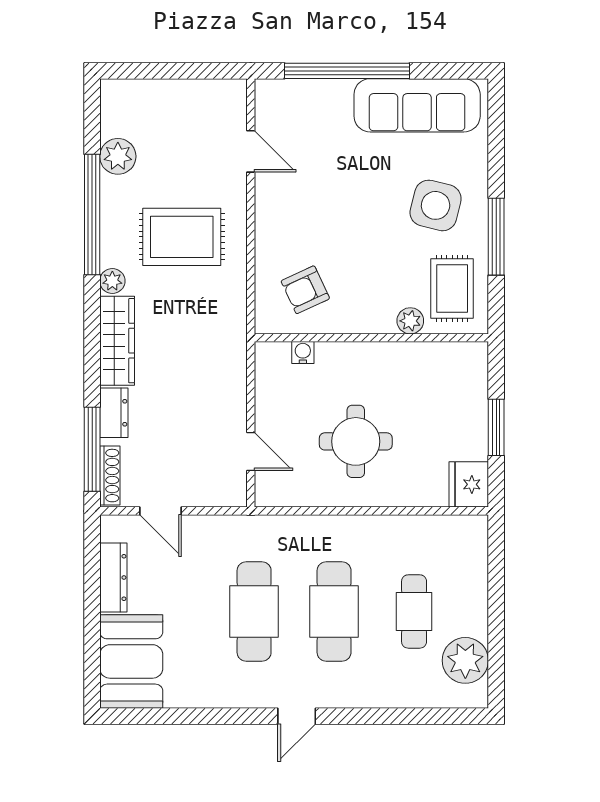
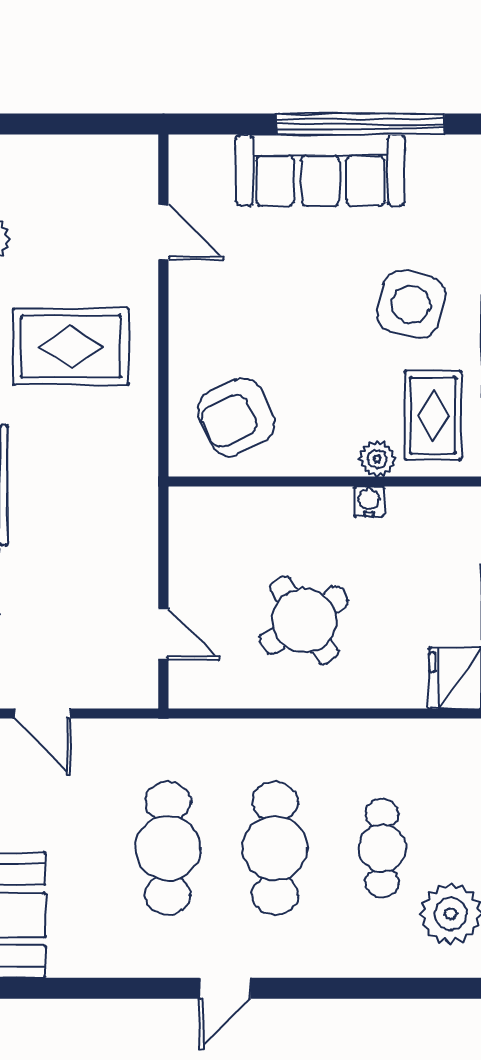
window: (347, 71) -> (361, 124), moved
sofa: (417, 105) -> (320, 170), moved
armchair: (305, 290) -> (237, 417), width x1.38, depth x1.38
water cooler: (303, 352) -> (369, 501), moved
round table: (356, 441) -> (304, 620), turned -34

